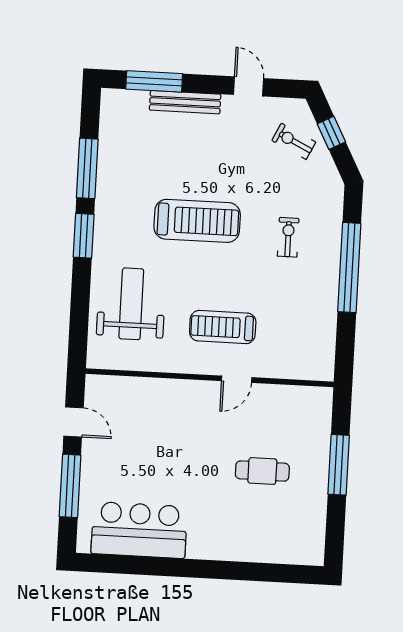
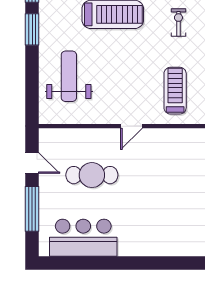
treadmill: (223, 327) -> (175, 91), moved, turned 90
door: (237, 379) -> (131, 126), moved
cafe table: (262, 471) -> (92, 175), moved, width x1.37, depth x1.35

